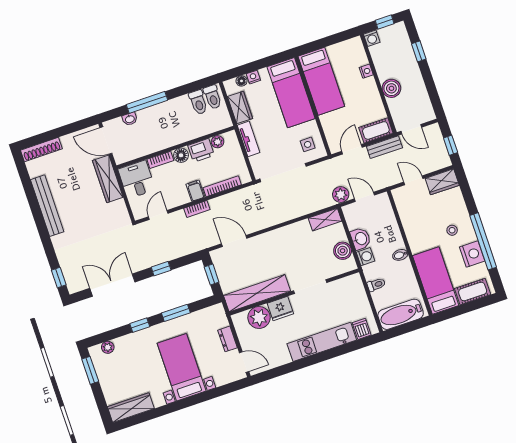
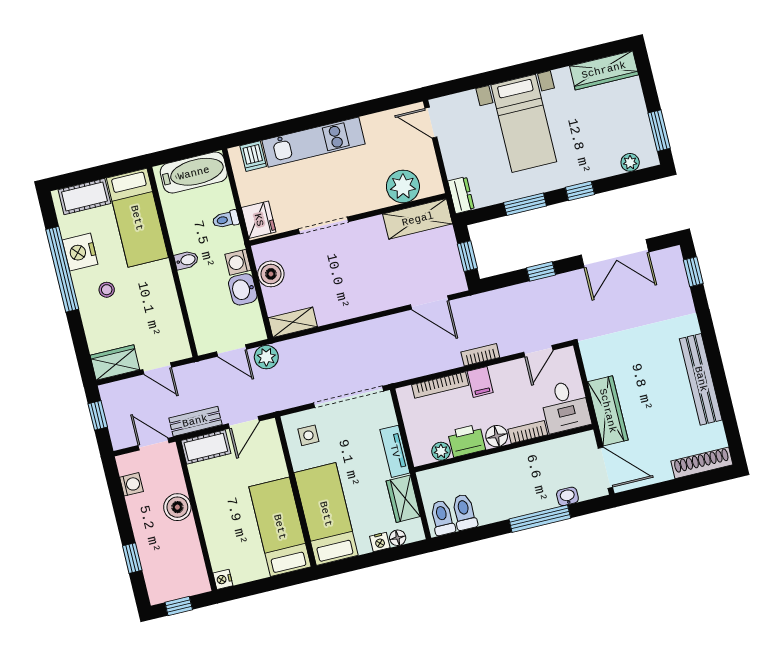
washing machine: (372, 38) -> (131, 484), moved, turned 90
nightstand: (366, 71) -> (223, 579), moved
shelving: (257, 293) -> (418, 219), width x0.68
fridge: (280, 308) -> (259, 220), moved, turned 90
dresser: (228, 339) -> (461, 195), moved

